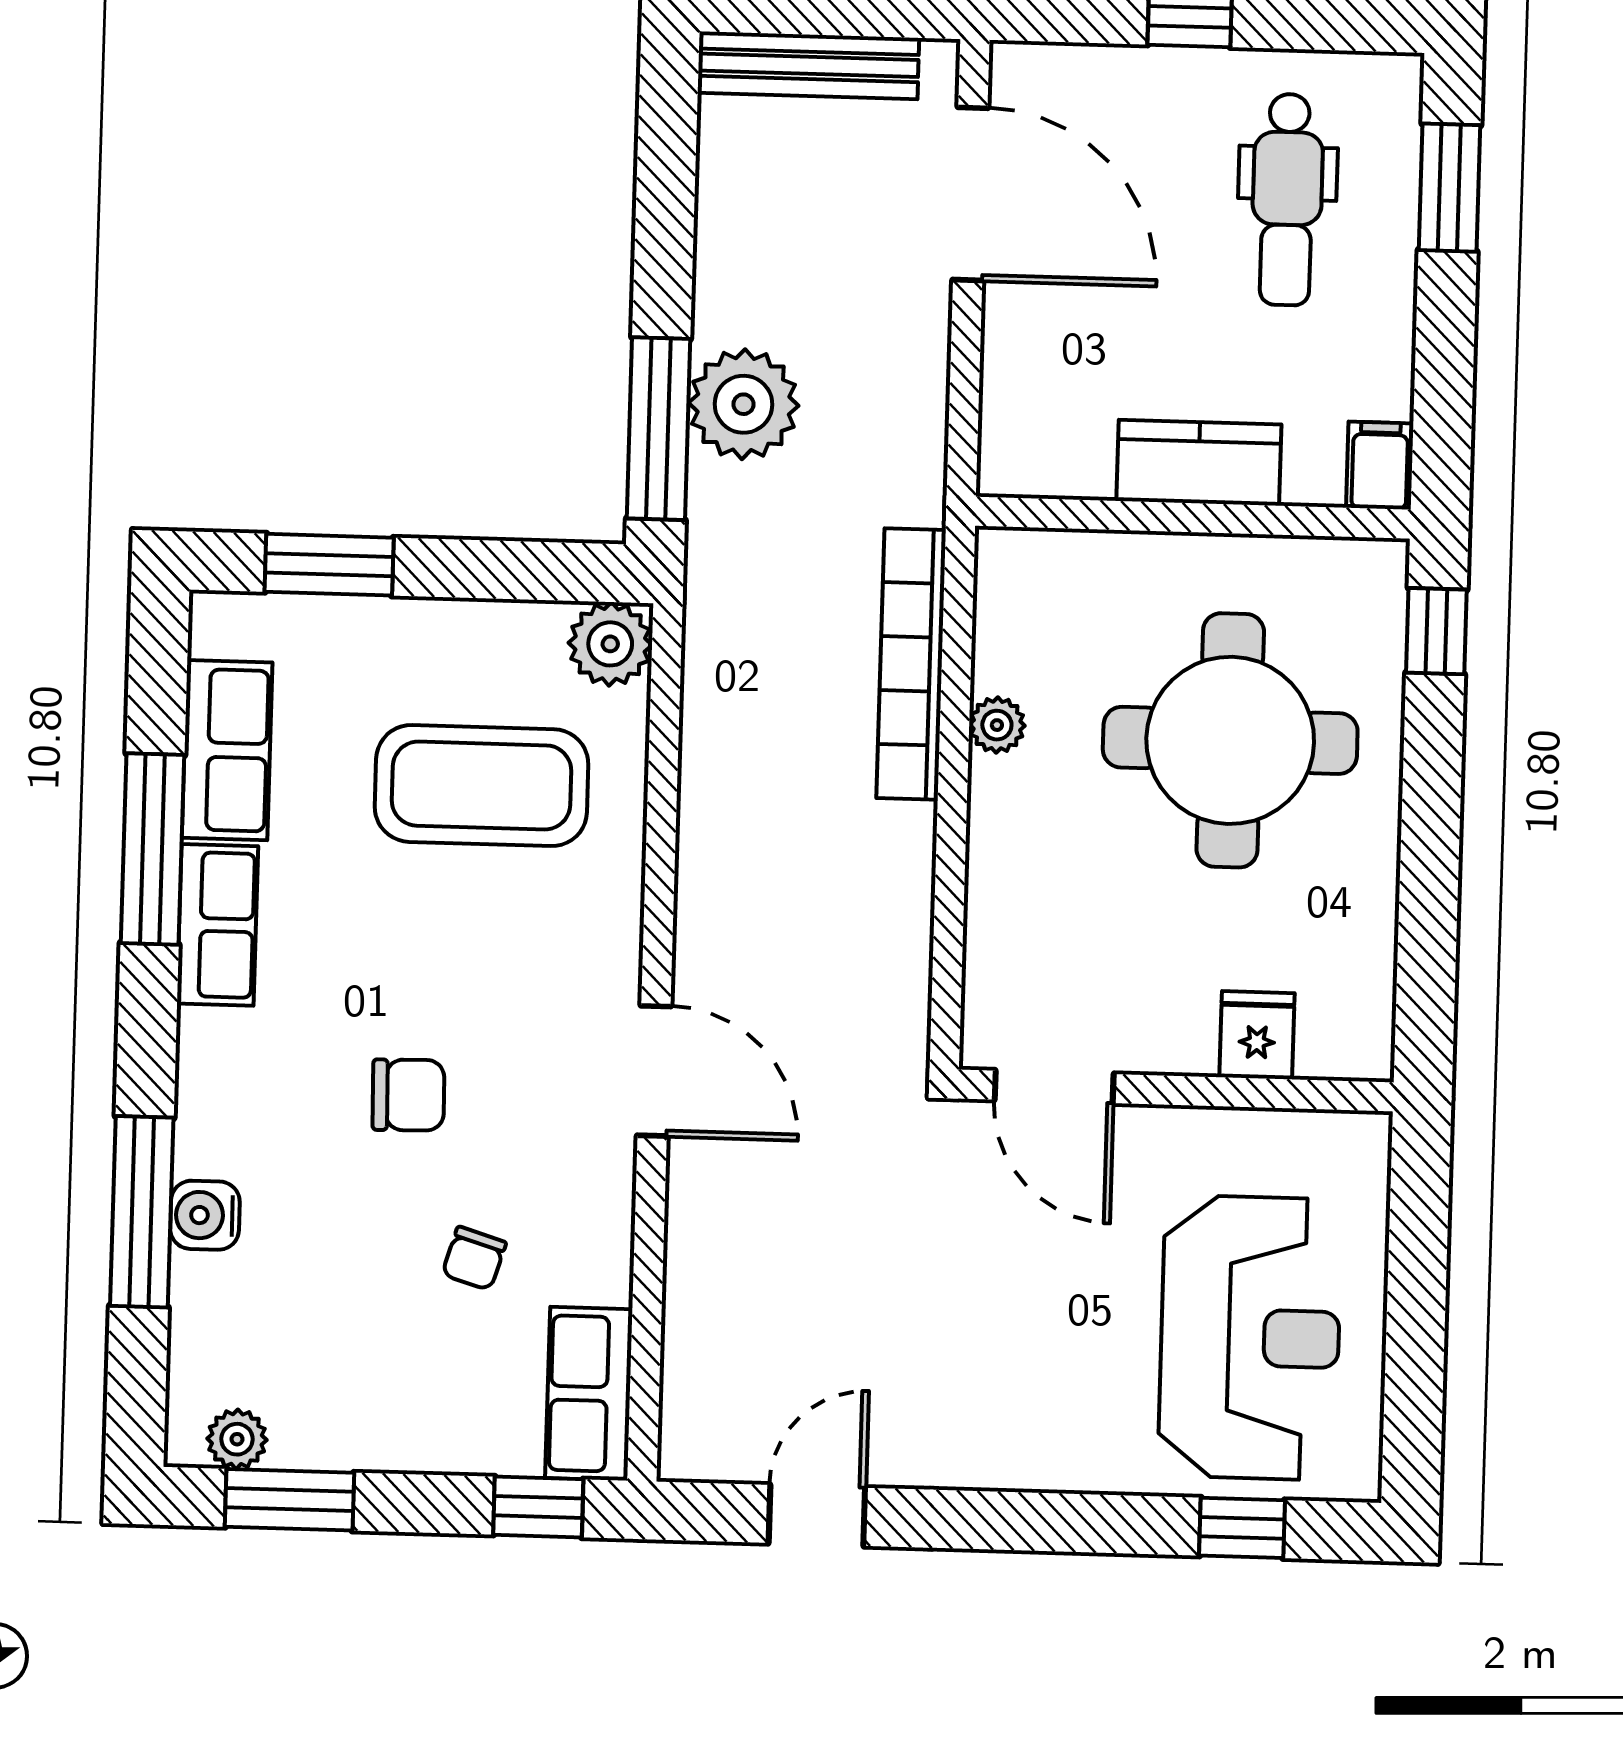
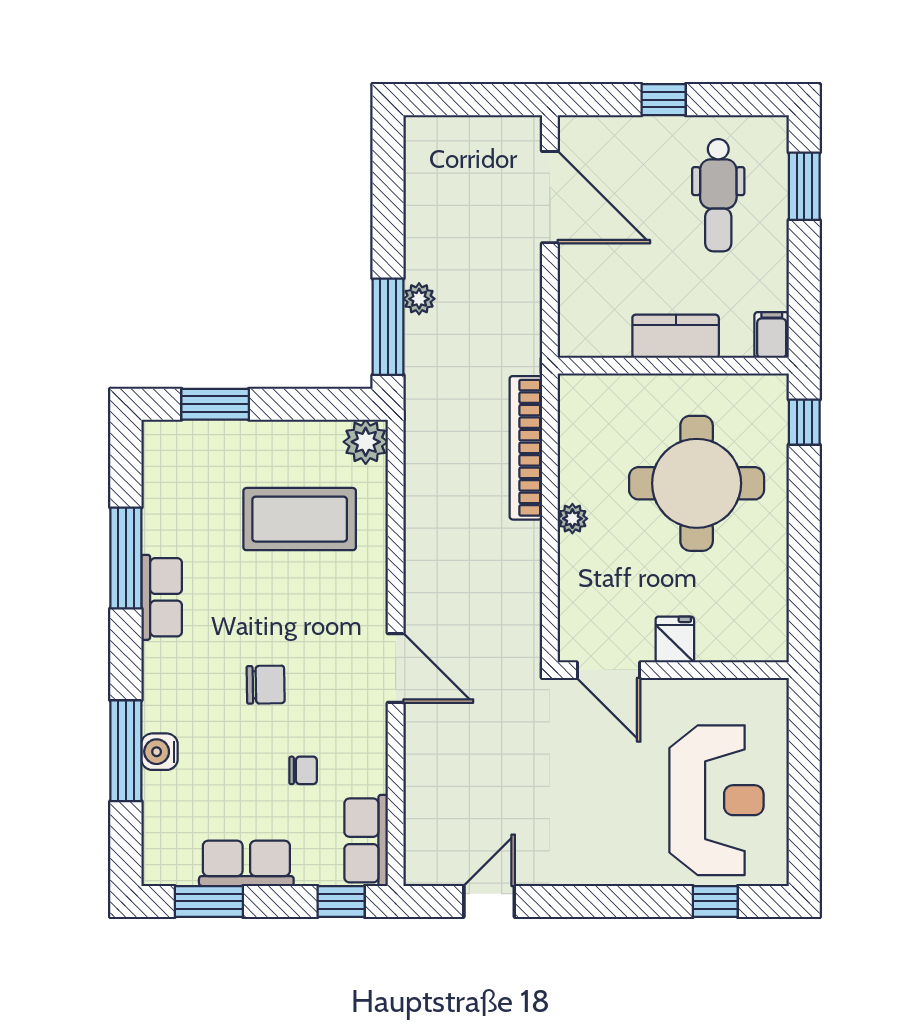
bench: (808, 65) -> (462, 131), removed
plant: (743, 404) -> (419, 299), width x0.53, depth x0.53
plant: (997, 725) -> (572, 519), moved
row of seats: (227, 750) -> (246, 863), moved, turned -90
fridge: (1257, 1035) -> (675, 639), moved
chair: (474, 1258) -> (303, 770), turned -107
plant: (237, 1439) -> (180, 870), removed

